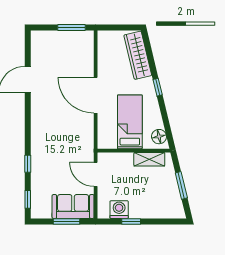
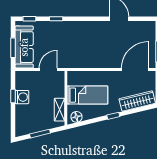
door: (96, 95) -> (135, 70), moved
sofa: (73, 207) -> (24, 47), width x1.36
washing machine: (119, 210) -> (22, 97), moved

